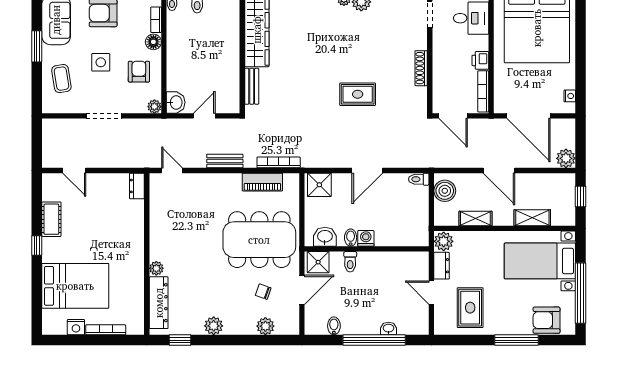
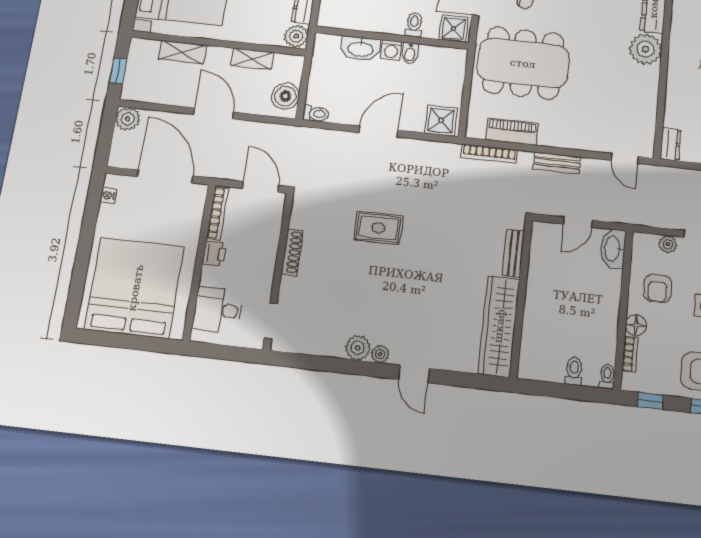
washbasin: (176, 102) -> (613, 249), width x1.38
plant: (154, 107) -> (668, 244), moved
washbasin: (325, 237) -> (360, 49), moved, width x1.38
plant: (156, 268) -> (645, 49), width x1.88, depth x1.88

